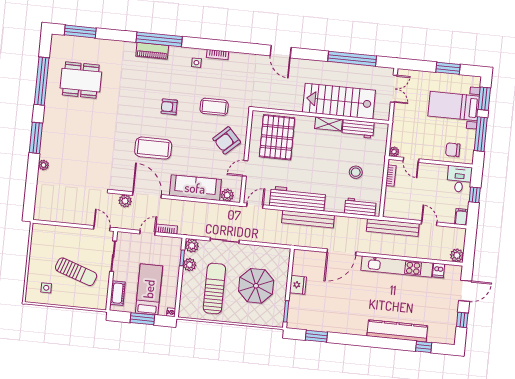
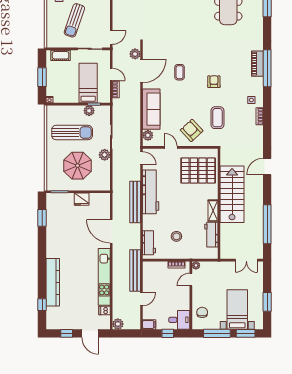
stairs: (339, 101) -> (232, 194), moved
coffee table: (153, 148) -> (180, 72), width x0.54, depth x0.58
plant: (192, 246) -> (105, 155), moved
bed: (149, 289) -> (88, 83), moved, turned -90

